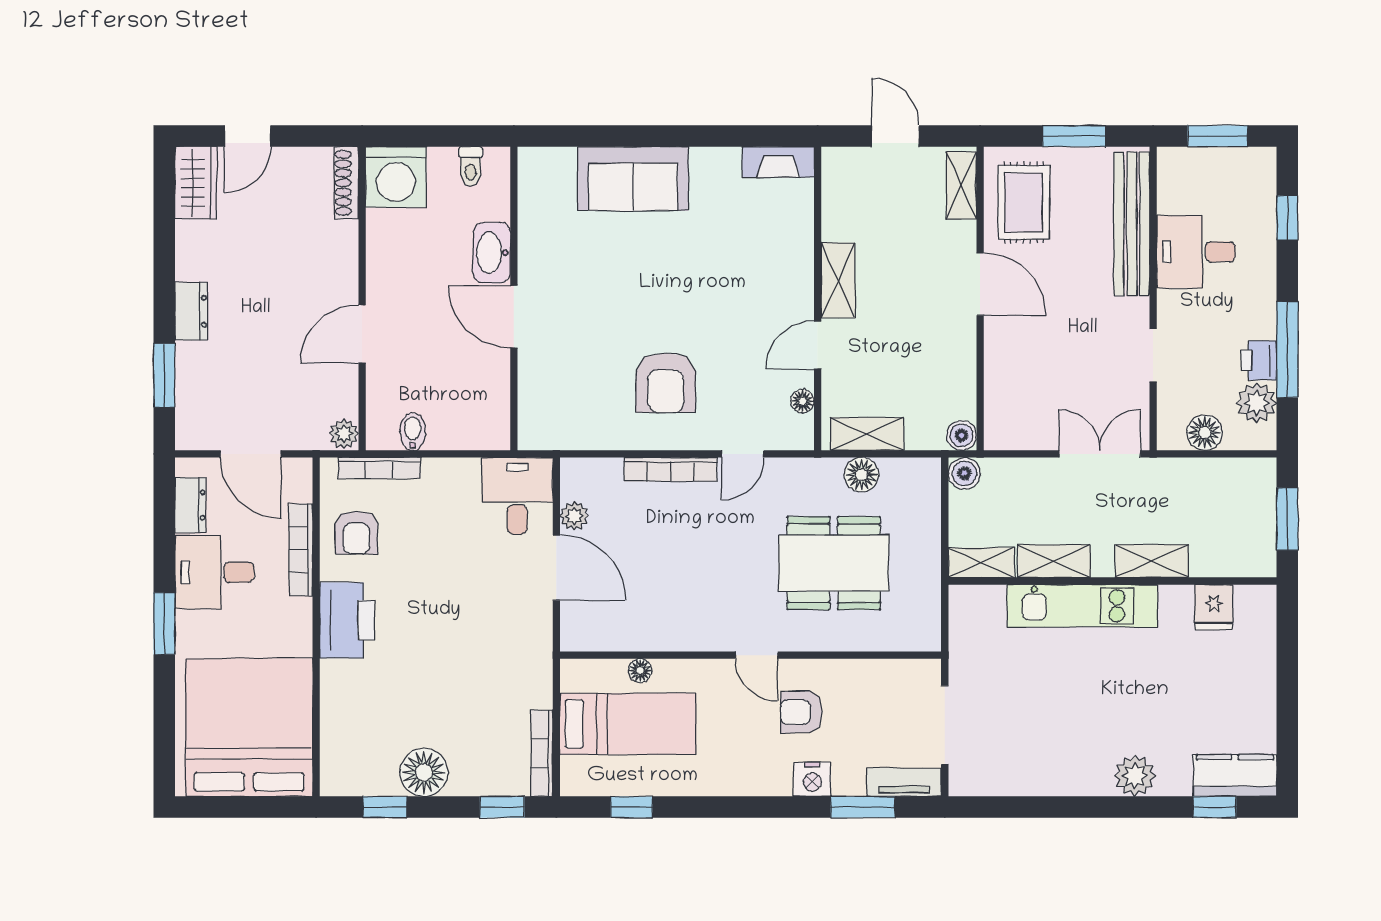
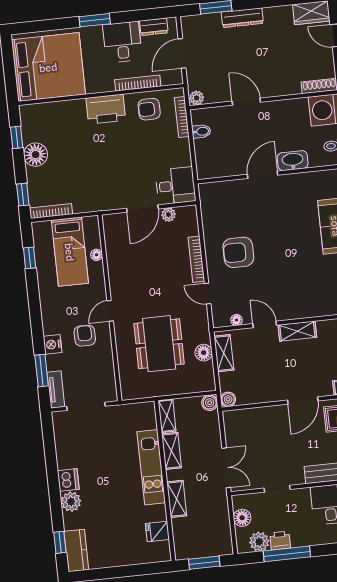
dresser: (191, 311) -> (242, 18), width x1.44
dishwasher: (1090, 777) -> (68, 480), added

